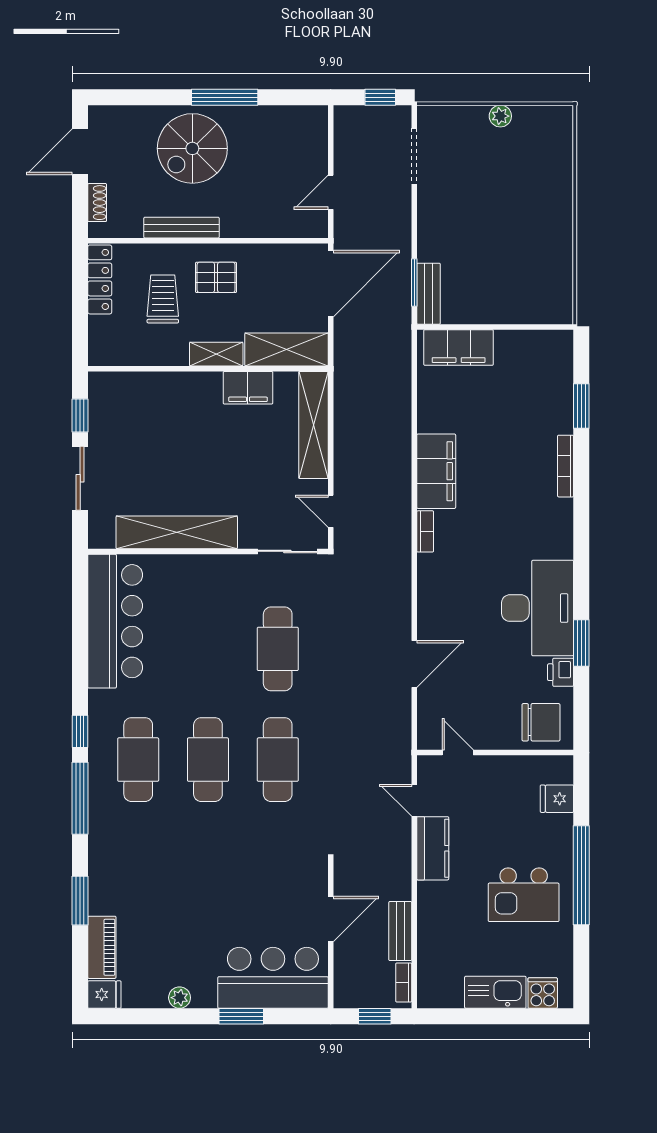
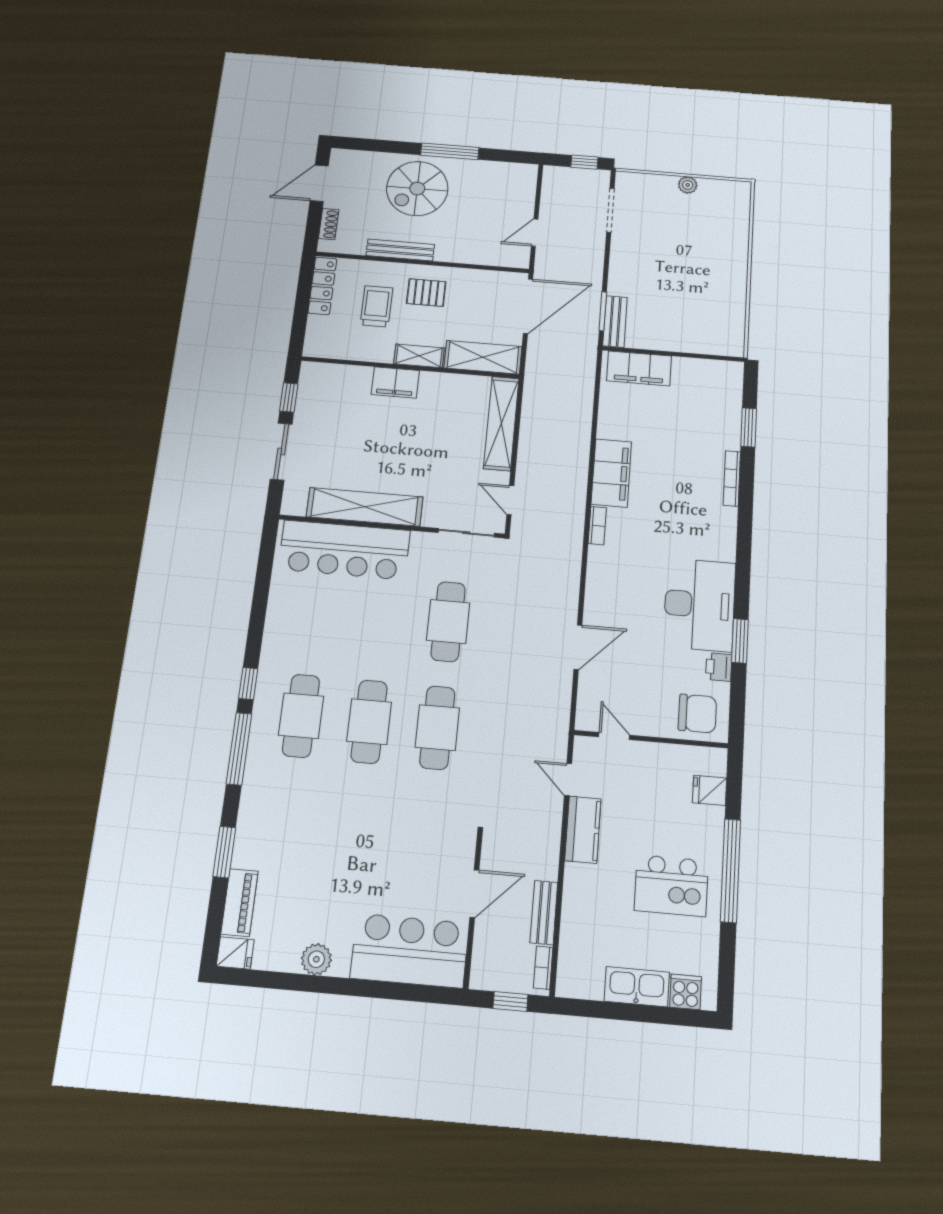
filing cabinet: (248, 388) -> (395, 382), moved
bar counter: (115, 621) -> (344, 550), moved, turned 90
plant: (180, 998) -> (316, 959), width x1.38, depth x1.38
window: (241, 1016) -> (373, 989), removed

